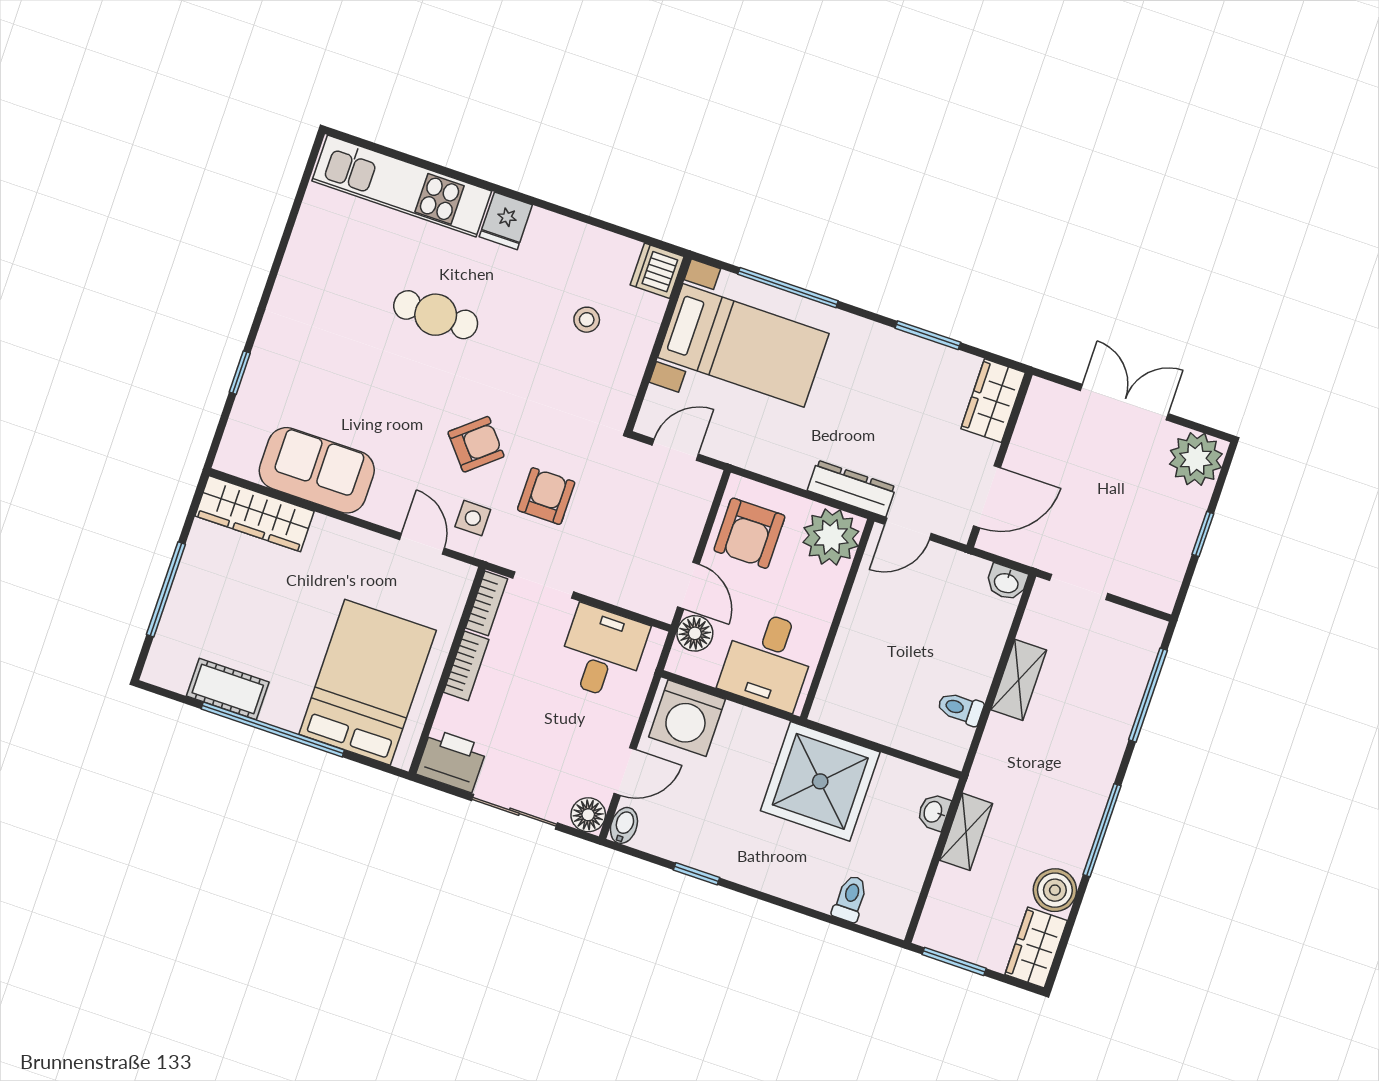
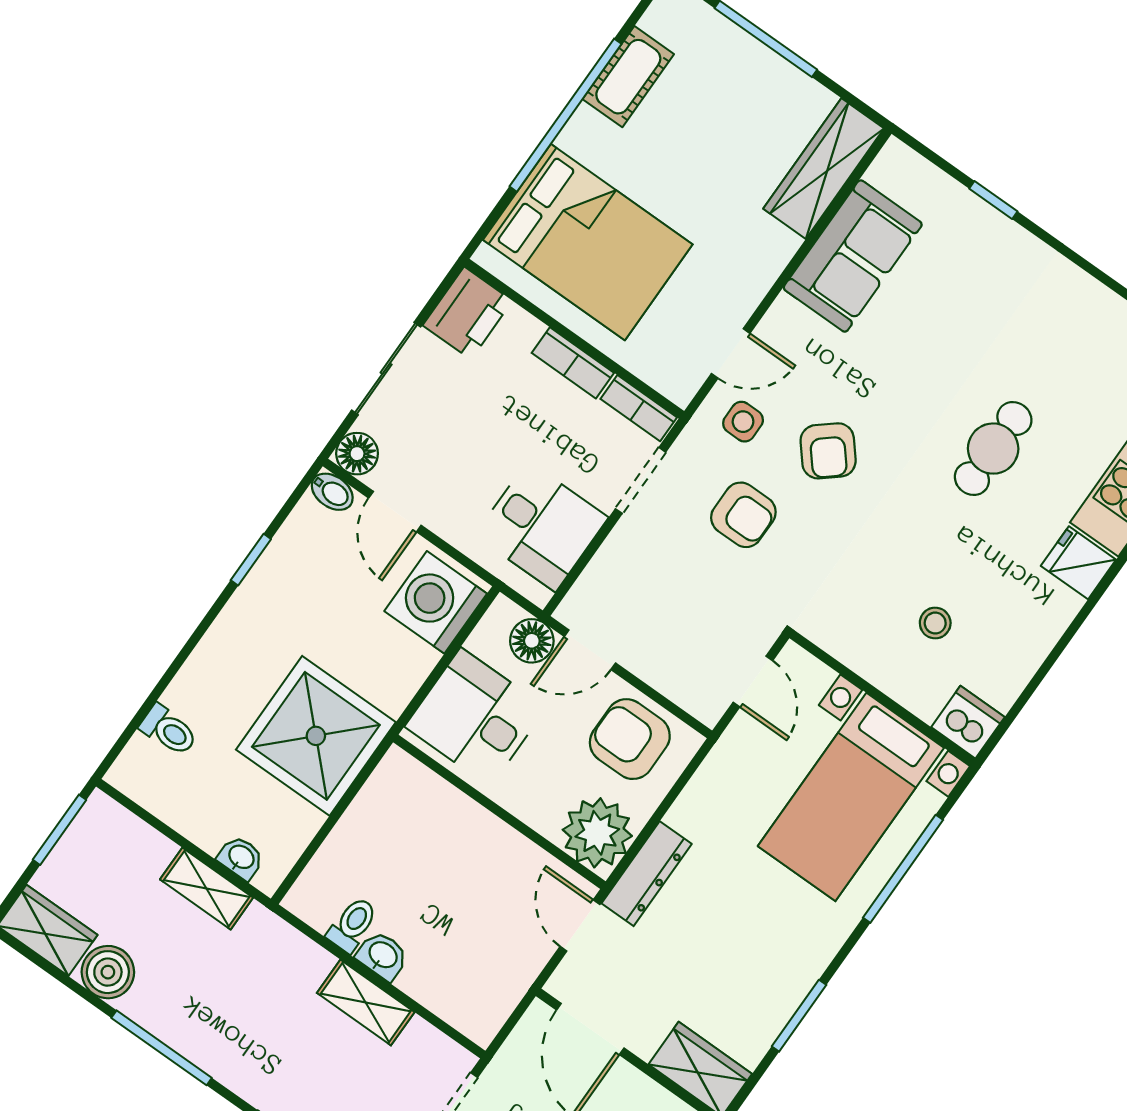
washbasin: (1006, 582) -> (383, 956), moved, turned 90

